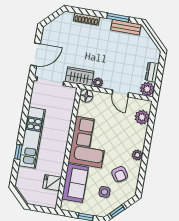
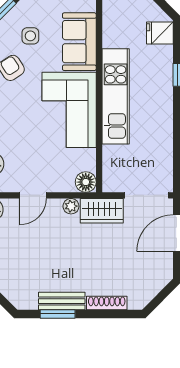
bench: (126, 27) -> (62, 301), moved
door: (120, 93) -> (33, 195), swing flipped
kitchen unit: (32, 138) -> (116, 96), moved, turned 180
fridge: (52, 183) -> (160, 33), moved, turned 180

